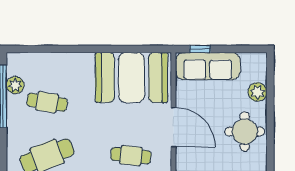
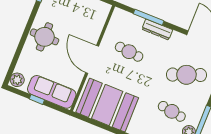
window: (200, 49) -> (37, 99), moved
plant: (257, 92) -> (17, 80), moved

